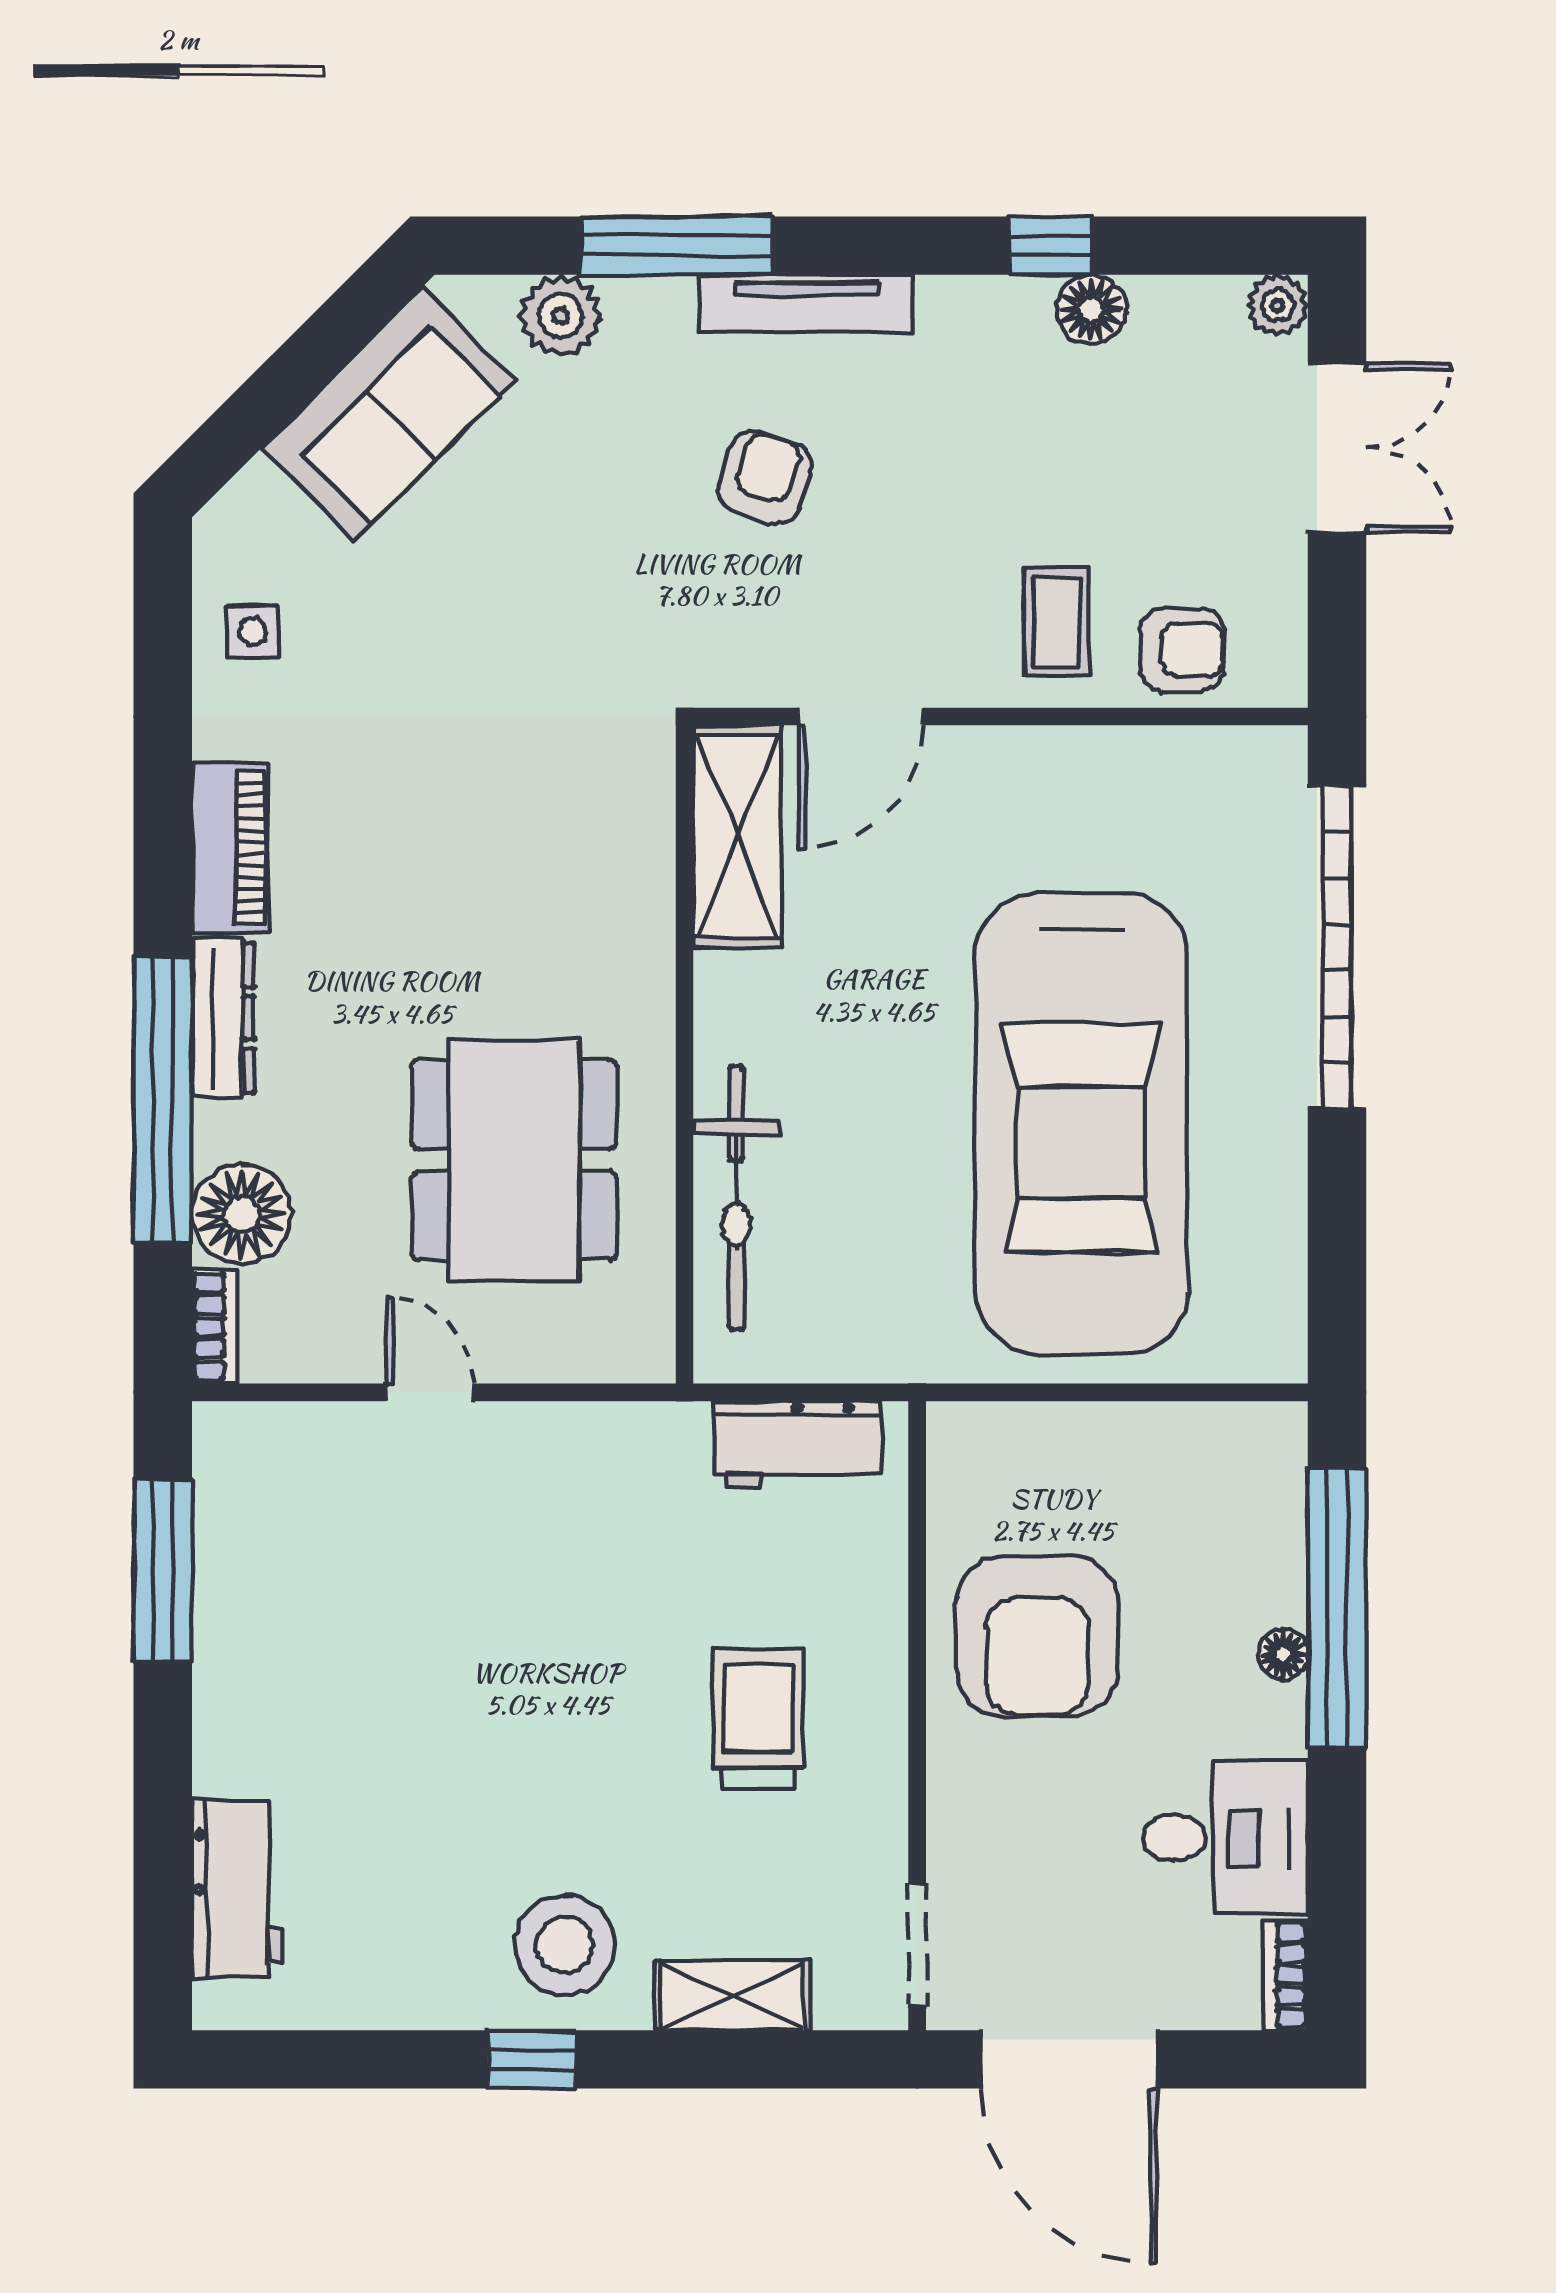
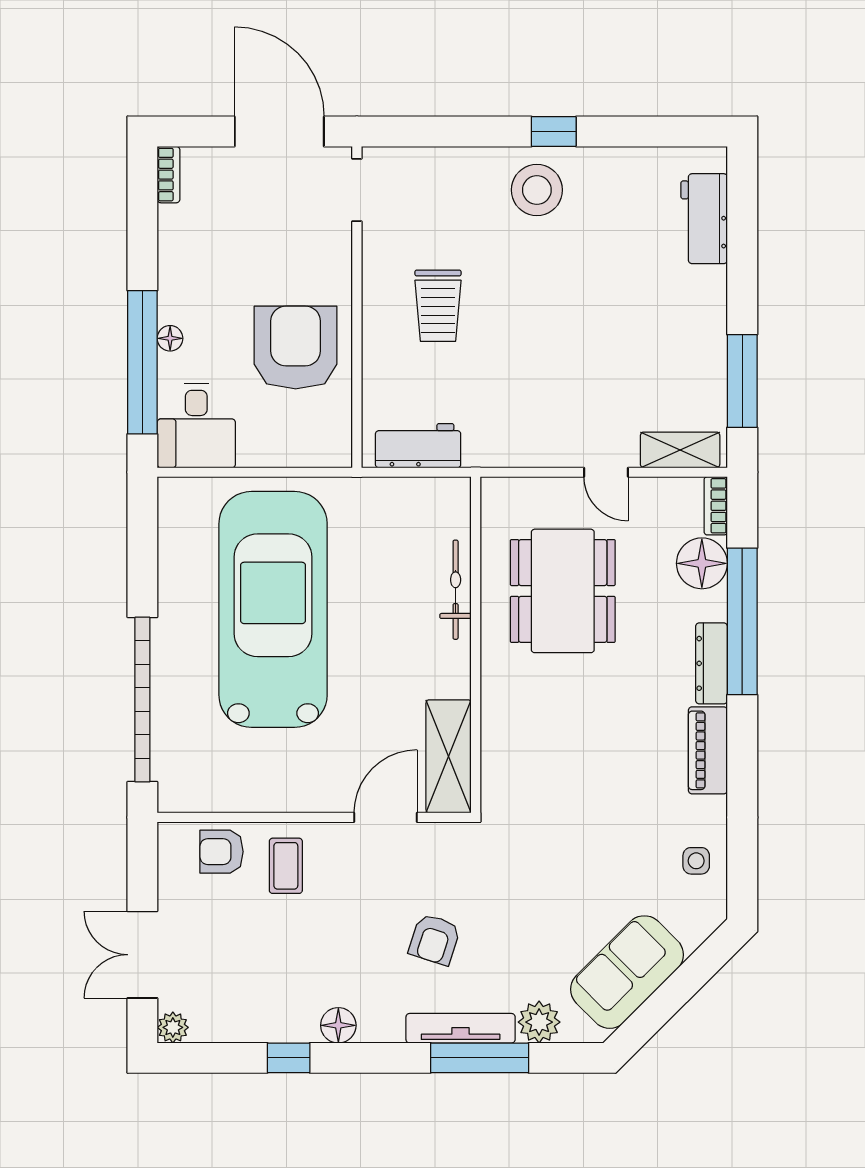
tv unit: (806, 304) -> (461, 1028), moved
floor lamp: (1091, 309) -> (338, 1025), moved
bicycle: (736, 1198) -> (456, 590), width x0.73, depth x0.71
desk: (1226, 1838) -> (196, 426), moved, turned -90
shelving: (732, 1995) -> (680, 450), moved

